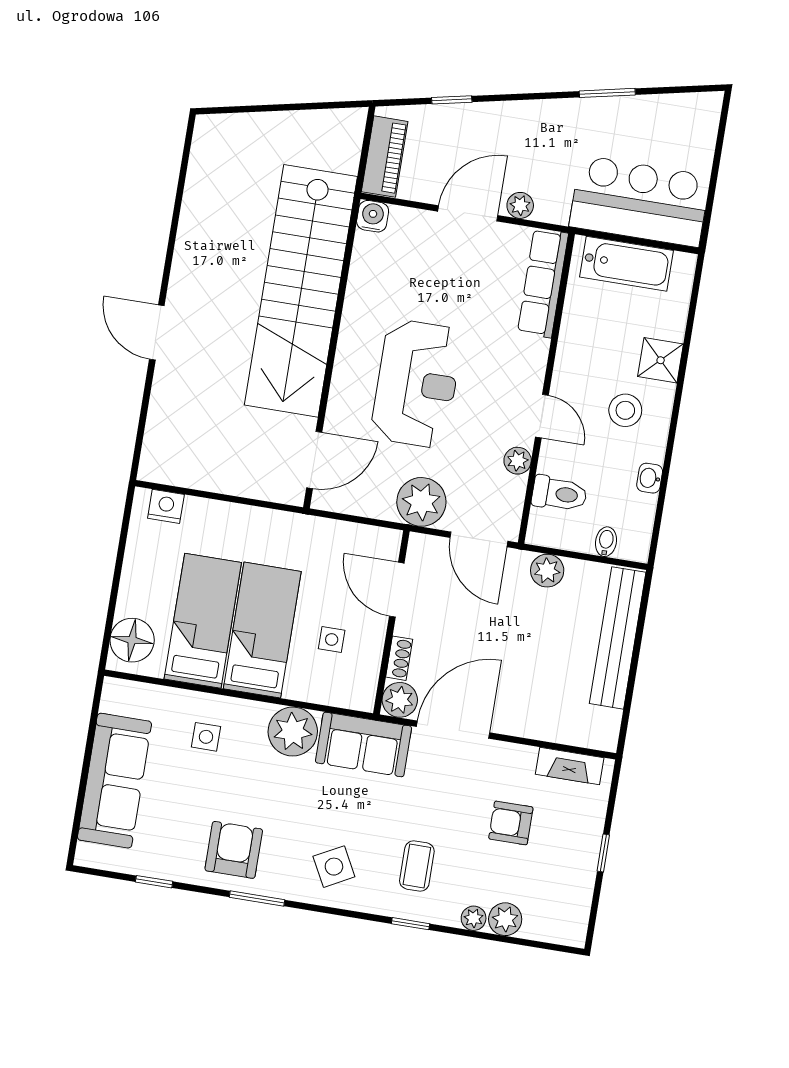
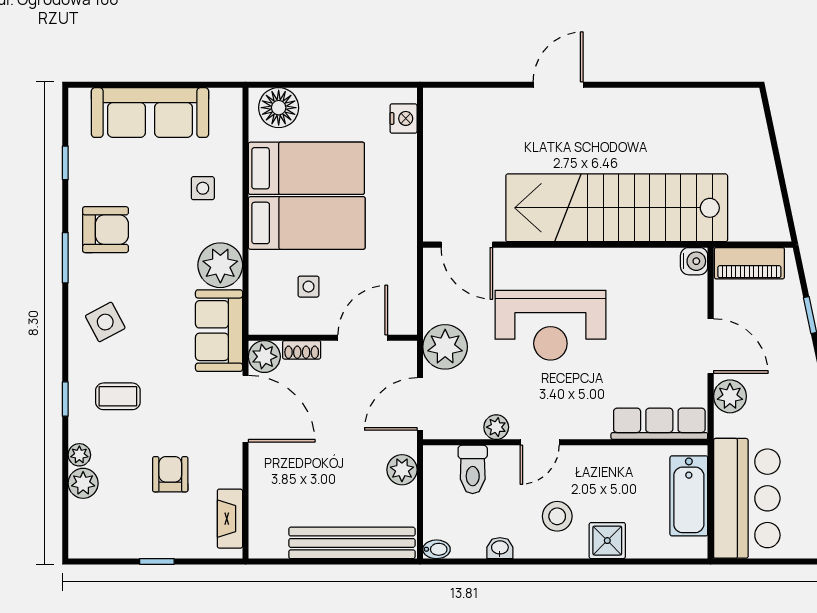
plant: (520, 205) -> (730, 396), width x1.38, depth x1.38
bidet: (606, 542) -> (437, 549), moved

